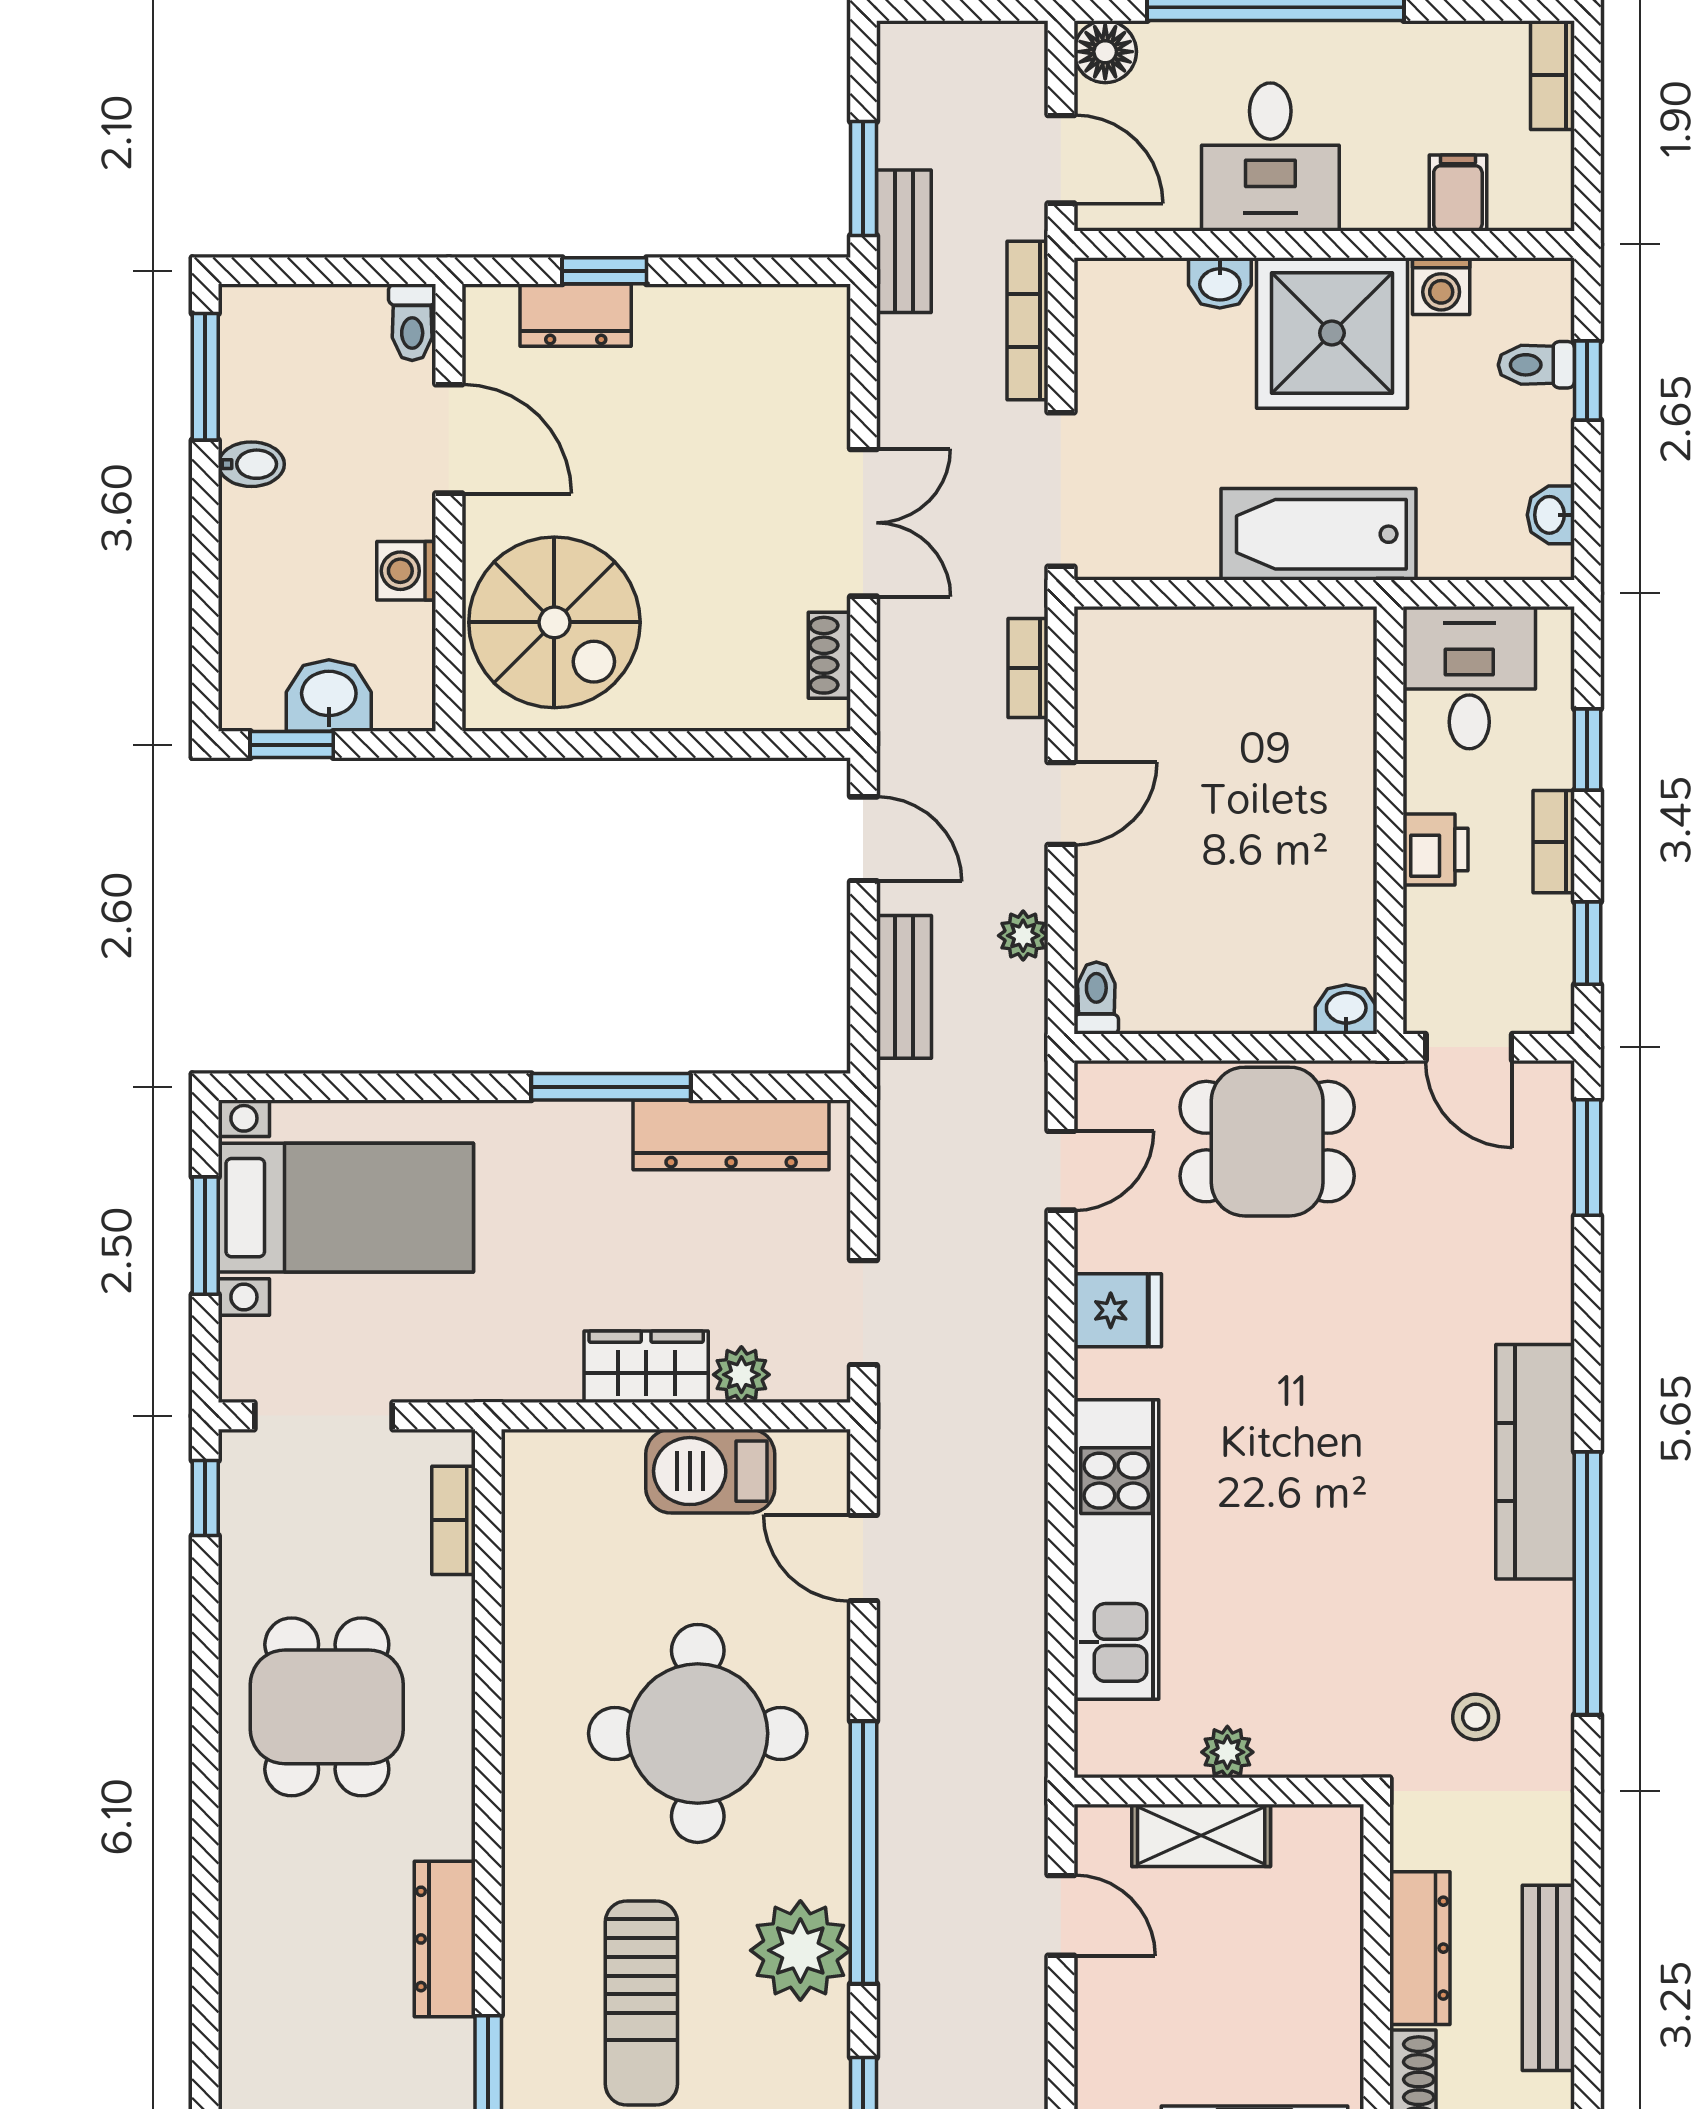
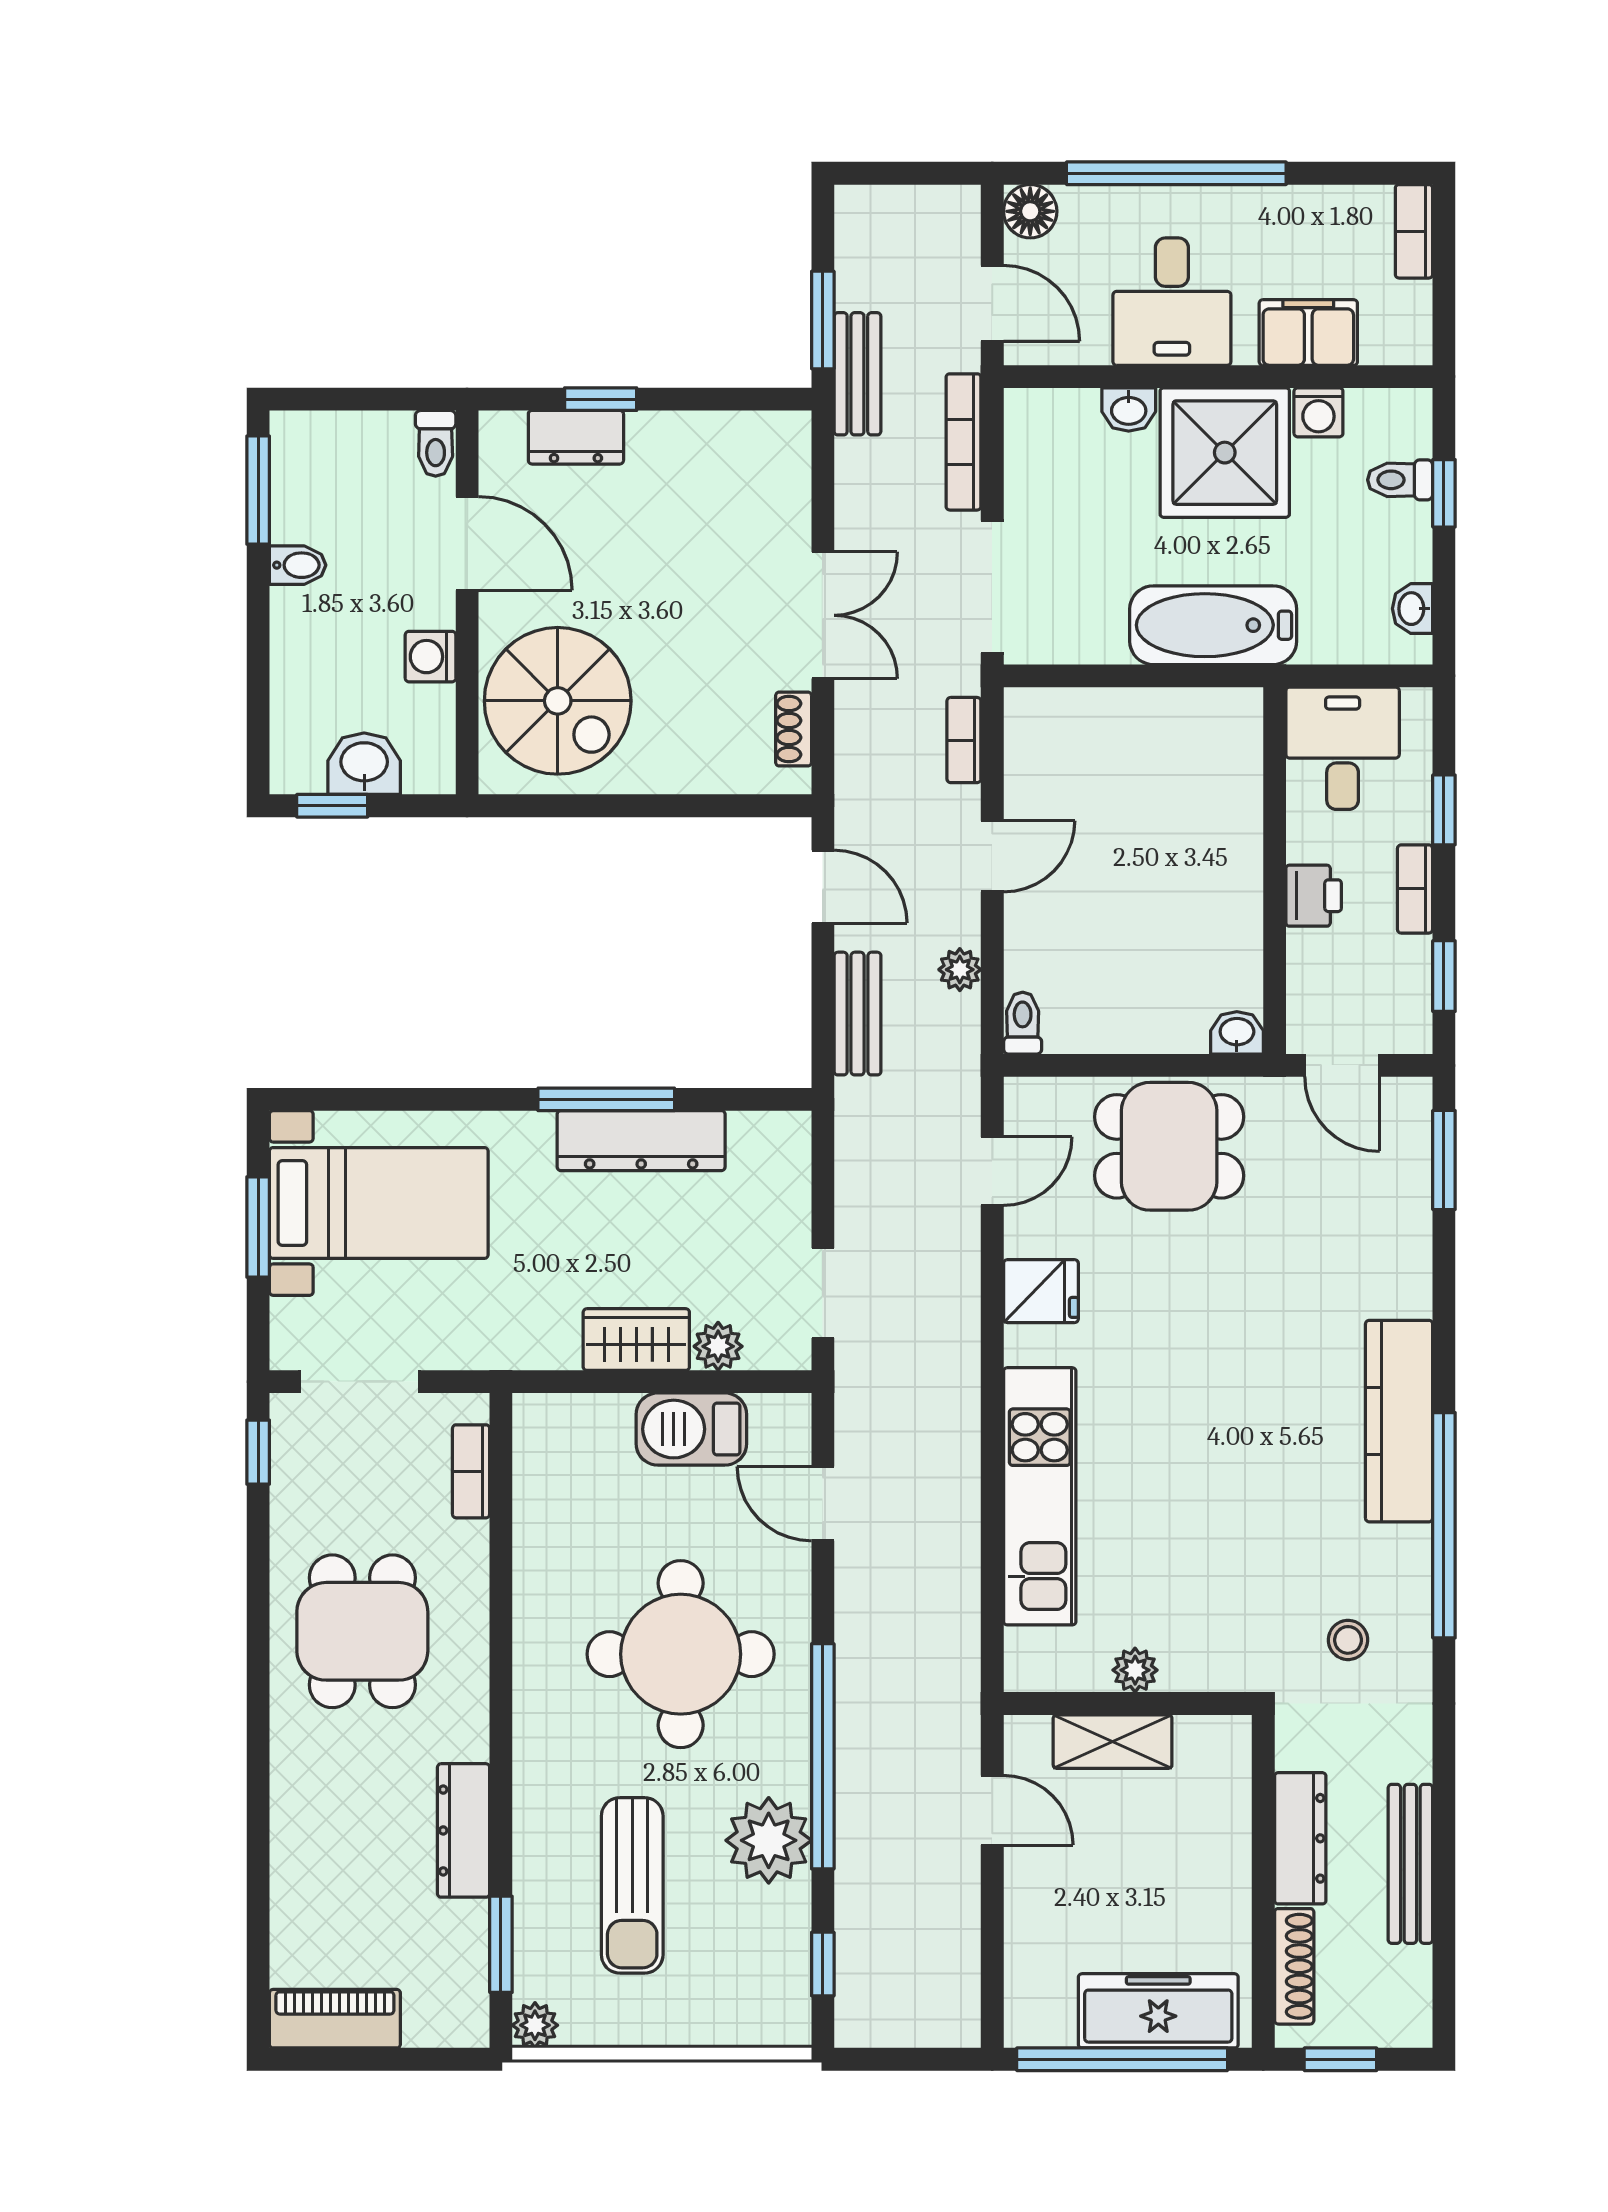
filing cabinet: (1458, 193) -> (1308, 332), width x2.00
dresser: (731, 1135) -> (641, 1141), moved

